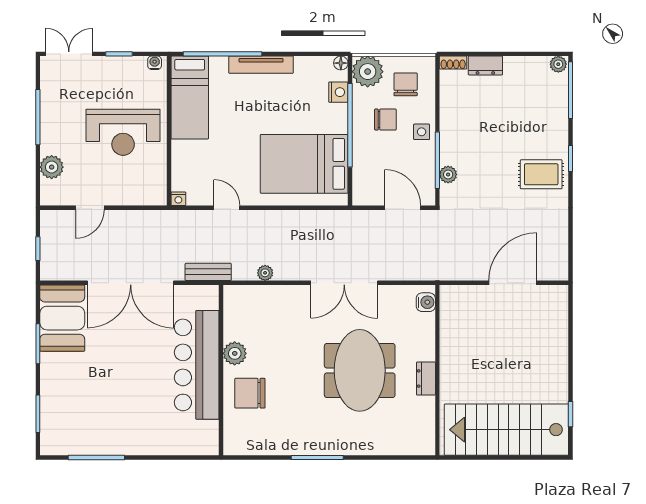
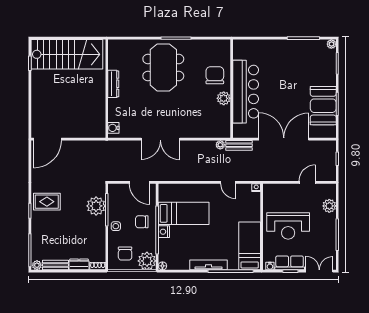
double door: (69, 54) -> (319, 271), swing flipped
bench: (526, 64) -> (55, 265), added
row of seats: (121, 68) -> (290, 263), added
nightstand: (338, 92) -> (164, 232), moved
chair: (385, 120) -> (142, 222), moved
reception desk: (123, 132) -> (288, 226), turned 180
bed: (304, 164) -> (184, 213), width x0.67
plant: (448, 174) -> (96, 206), width x1.88, depth x1.88
door: (403, 208) -> (140, 182), moved
plant: (265, 273) -> (220, 145), moved
double door: (344, 283) -> (160, 139), swing flipped
door: (513, 283) -> (47, 139), moved
booth: (62, 318) -> (323, 106), moved
meeting table: (360, 370) -> (163, 67), moved
dresser: (426, 378) -> (113, 84), width x1.44
chair: (250, 393) -> (215, 75), turned -90
plant: (48, 447) -> (331, 44), added

